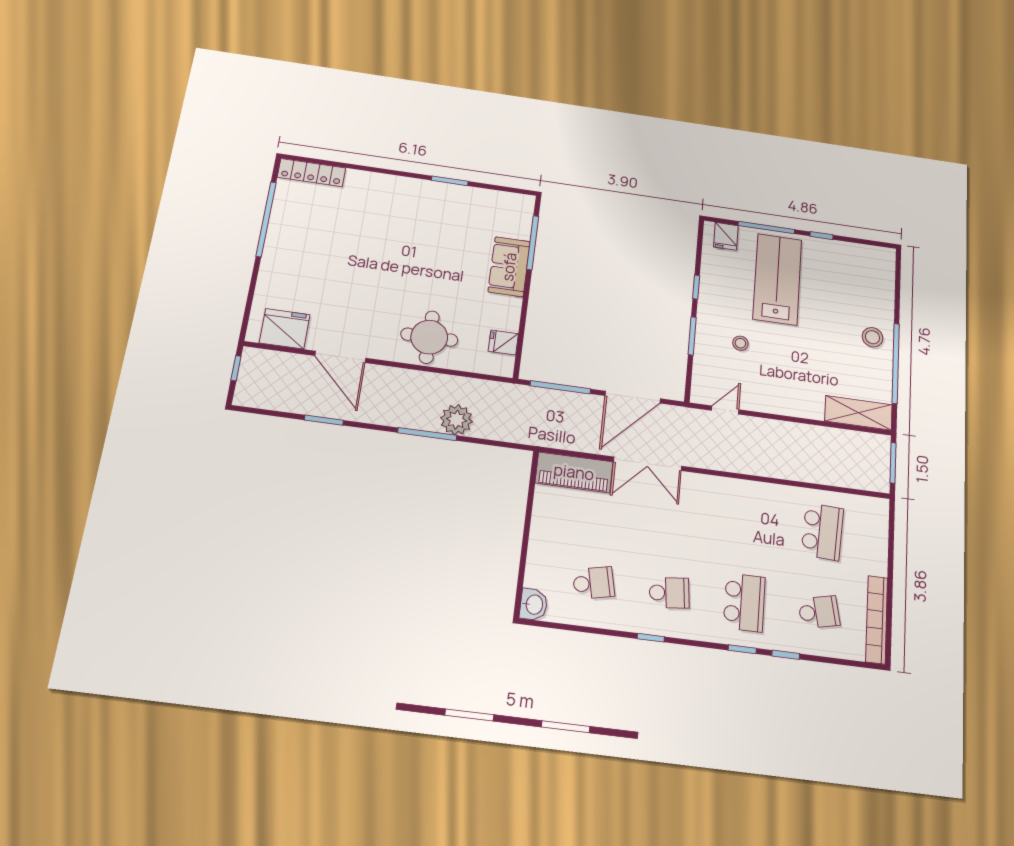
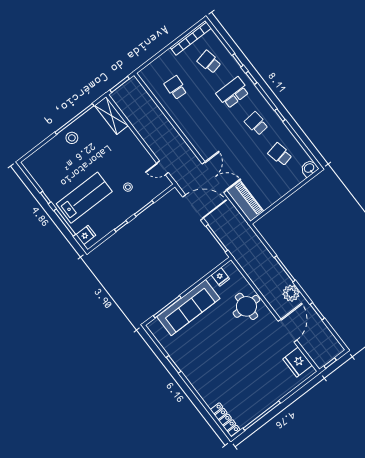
sofa: (509, 267) -> (188, 308), width x1.85, depth x1.27
lab bench: (777, 279) -> (84, 198), turned 180
plant: (456, 420) -> (291, 293), moved
school desk: (822, 531) -> (176, 88), width x0.54

